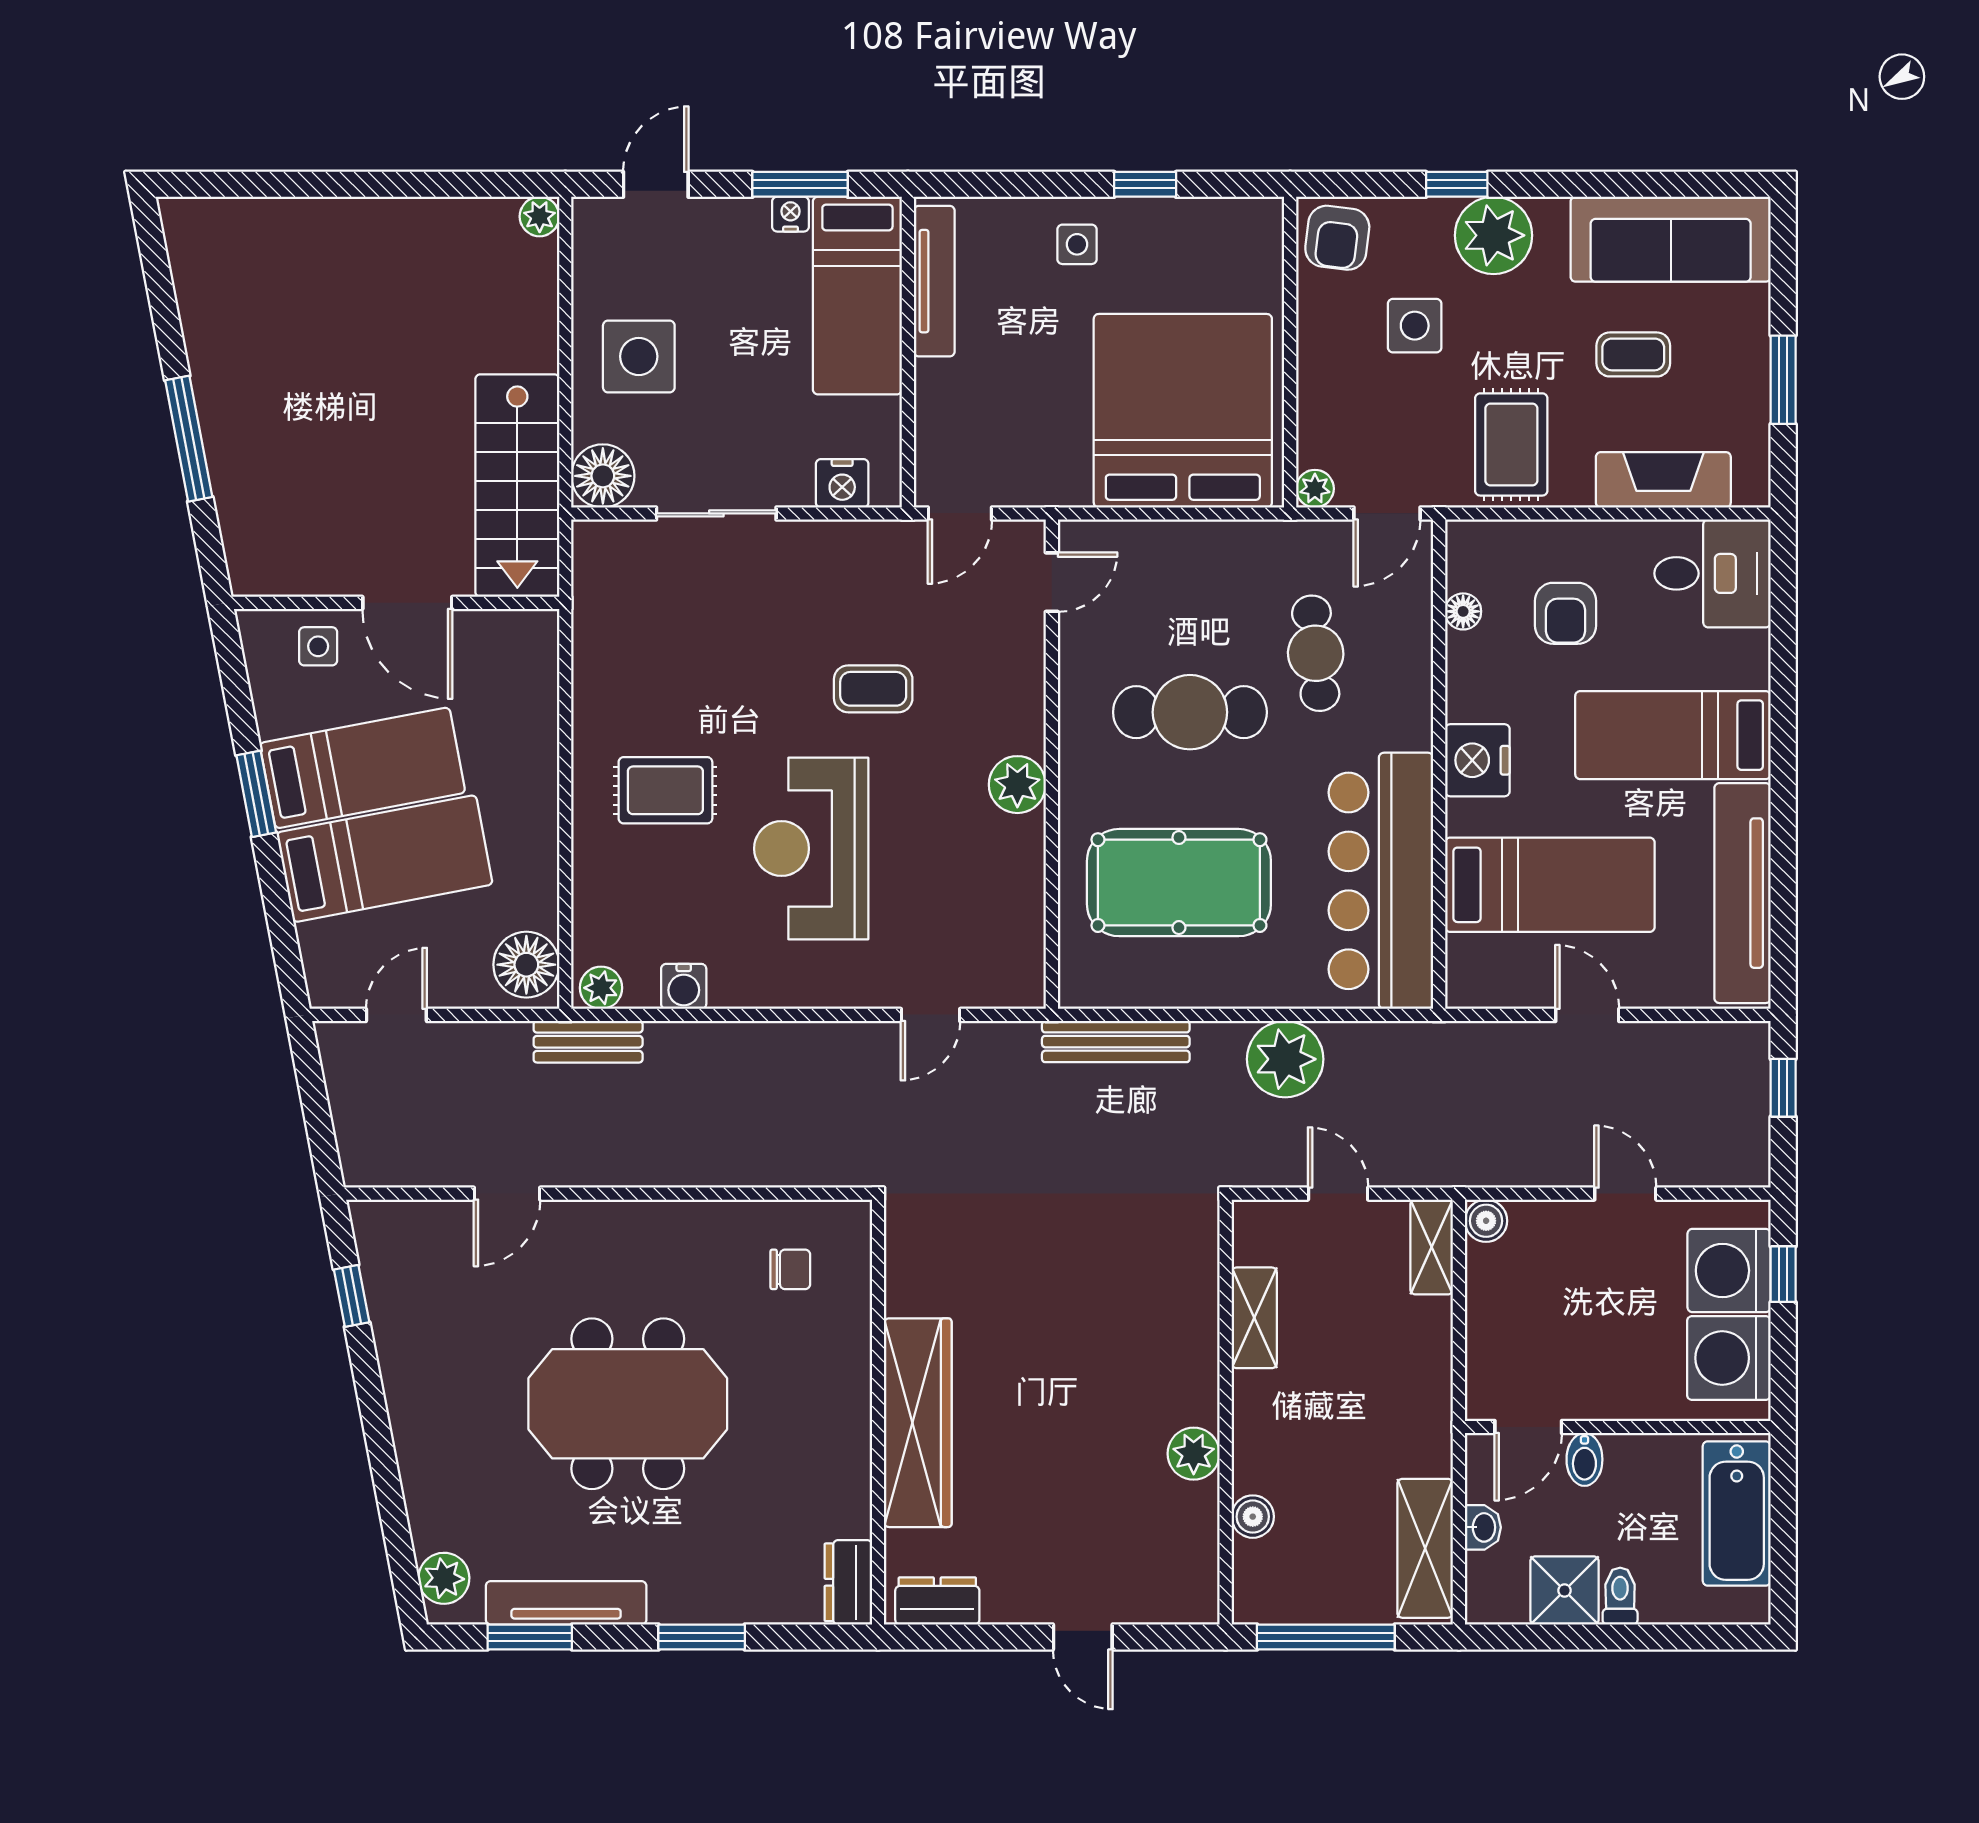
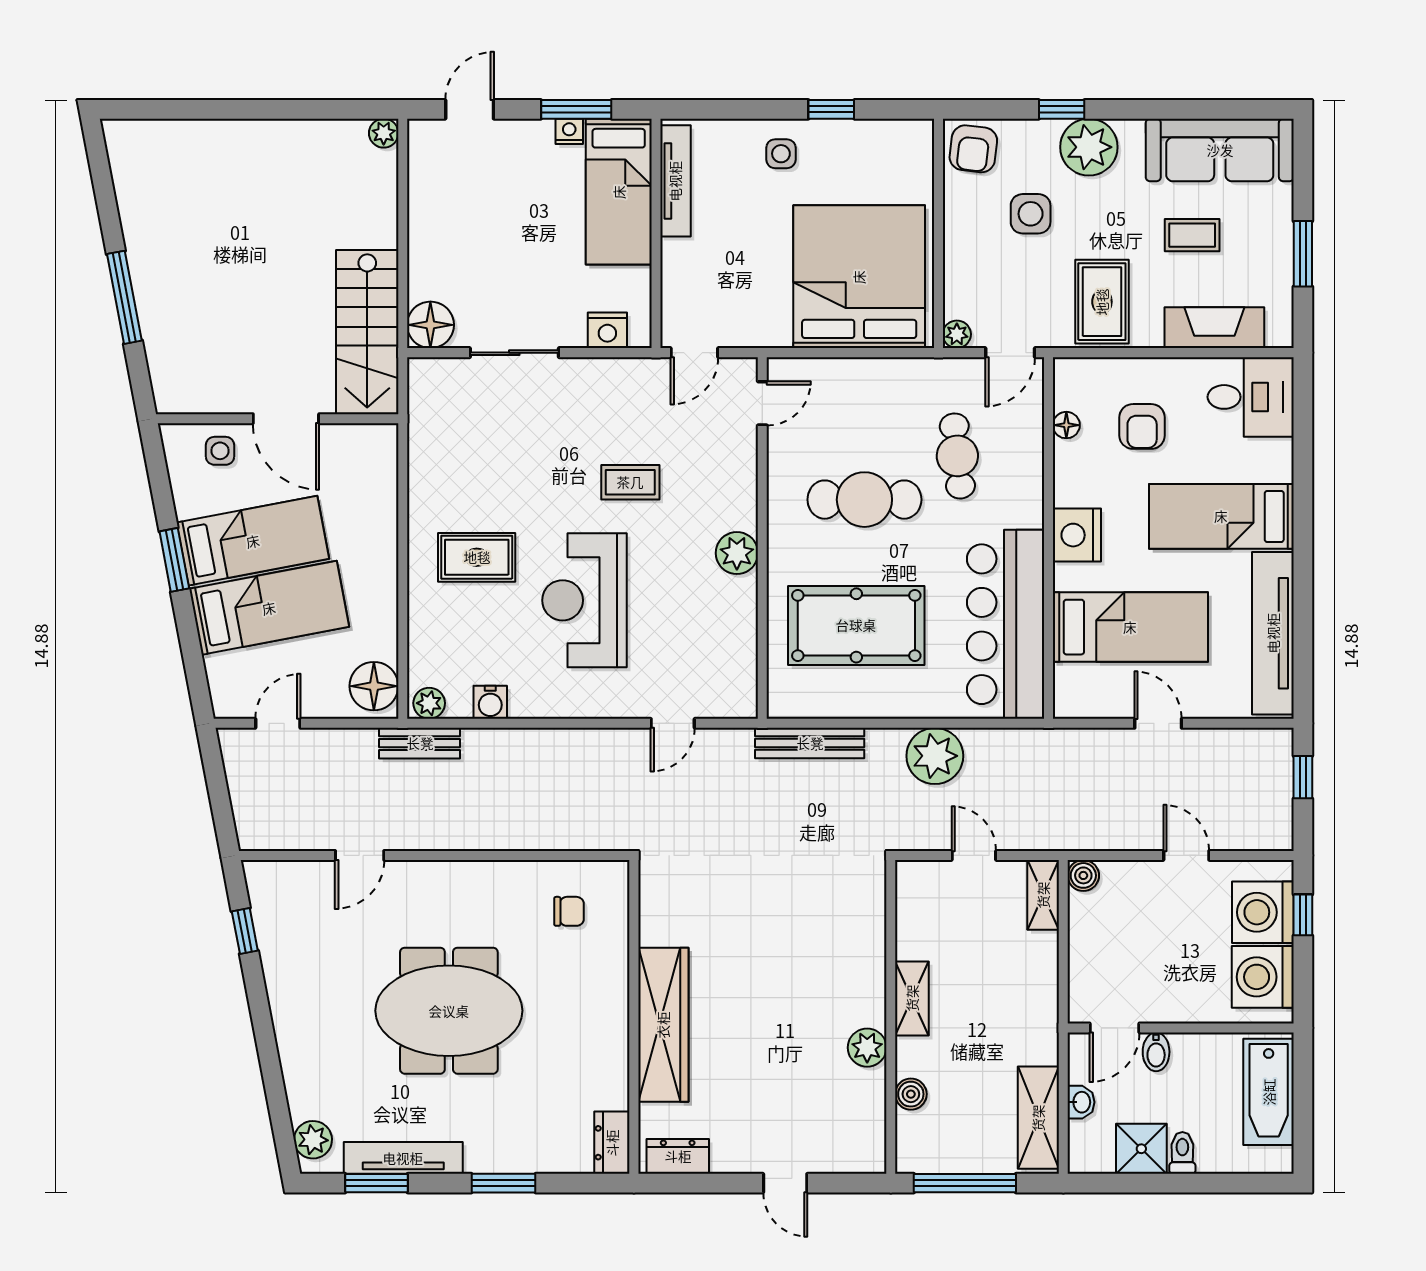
side table: (639, 356) -> (457, 237), removed
shelving: (1254, 1318) -> (912, 998), moved

